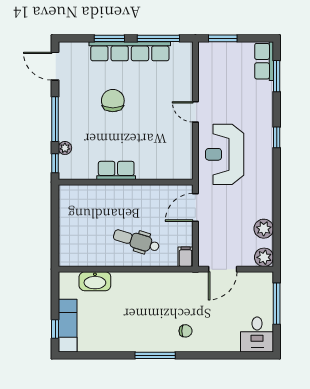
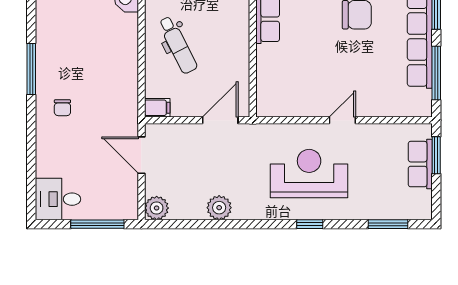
row of seats: (264, 61) -> (420, 164), moved, turned -90
reception desk: (225, 154) -> (309, 174), moved
door: (195, 207) -> (220, 120), hinge flipped
plant: (264, 229) -> (219, 208), moved
dental chair: (136, 241) -> (178, 45), turned 136

